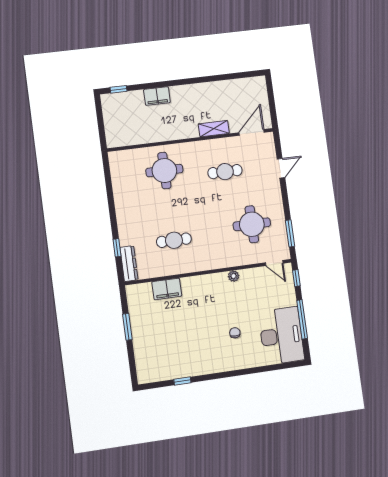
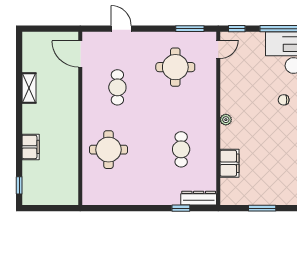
shelving: (214, 129) -> (29, 88), moved
plant: (233, 276) -> (226, 120), moved

